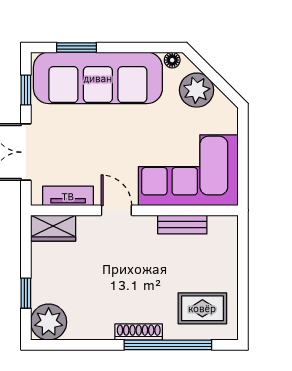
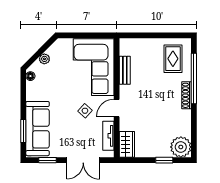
sofa: (98, 78) -> (38, 129), width x0.74, depth x0.79
plant: (197, 90) -> (44, 59), width x0.53, depth x0.53
side table: (112, 155) -> (85, 111), added

